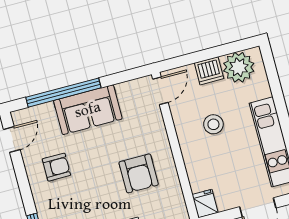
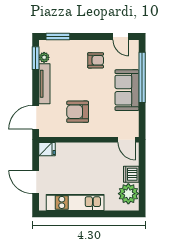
stool: (213, 124) -> (96, 168), removed
armchair: (56, 167) -> (96, 60), turned -90

